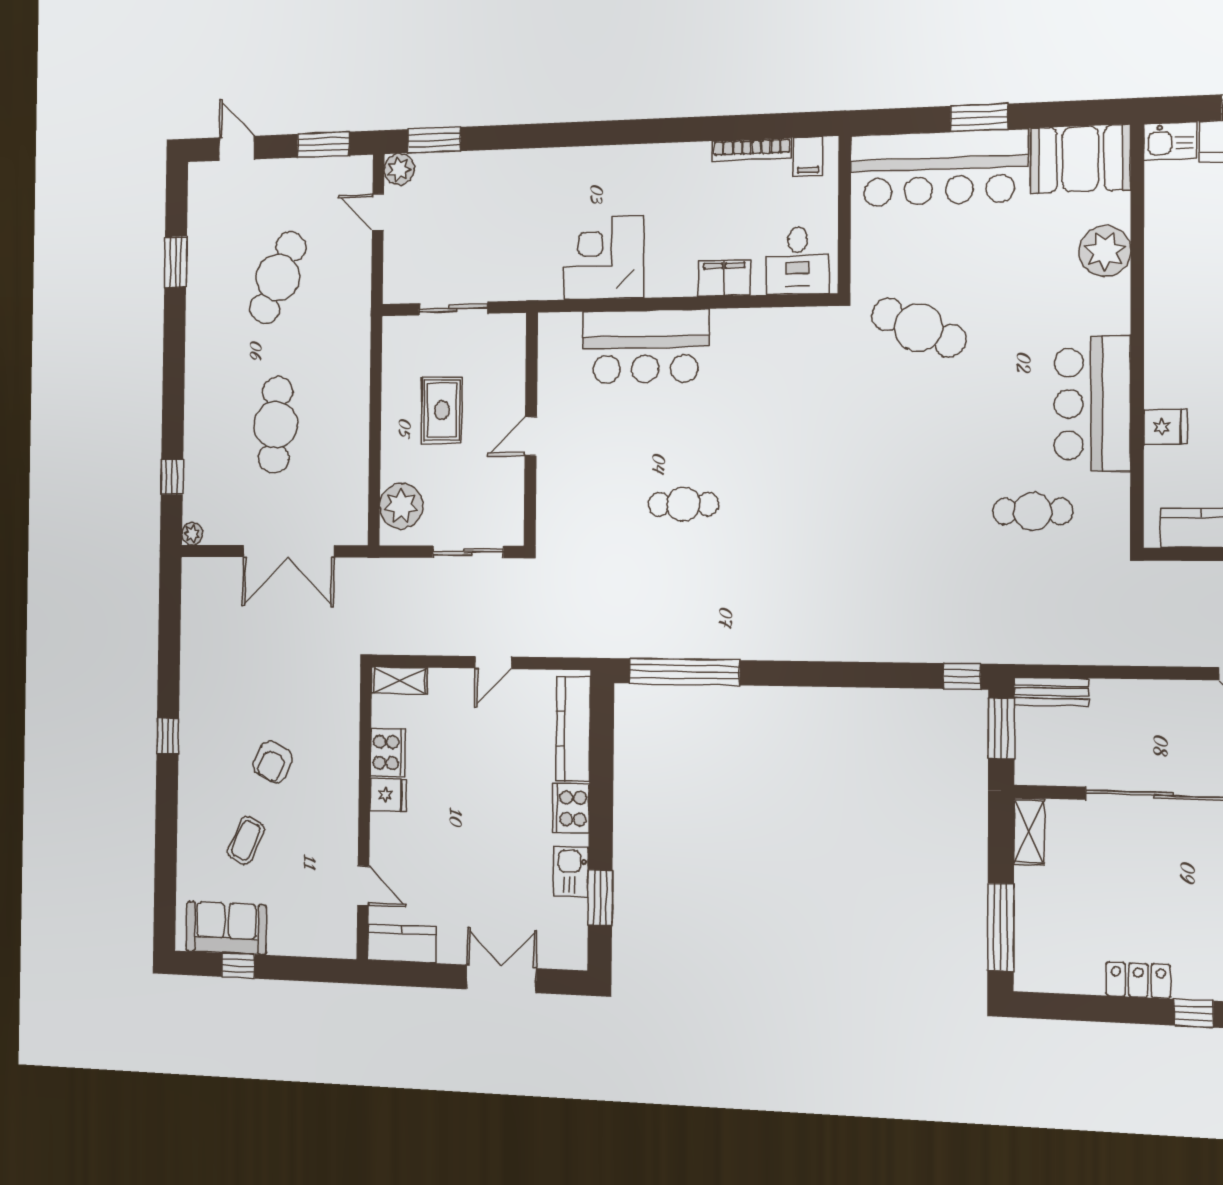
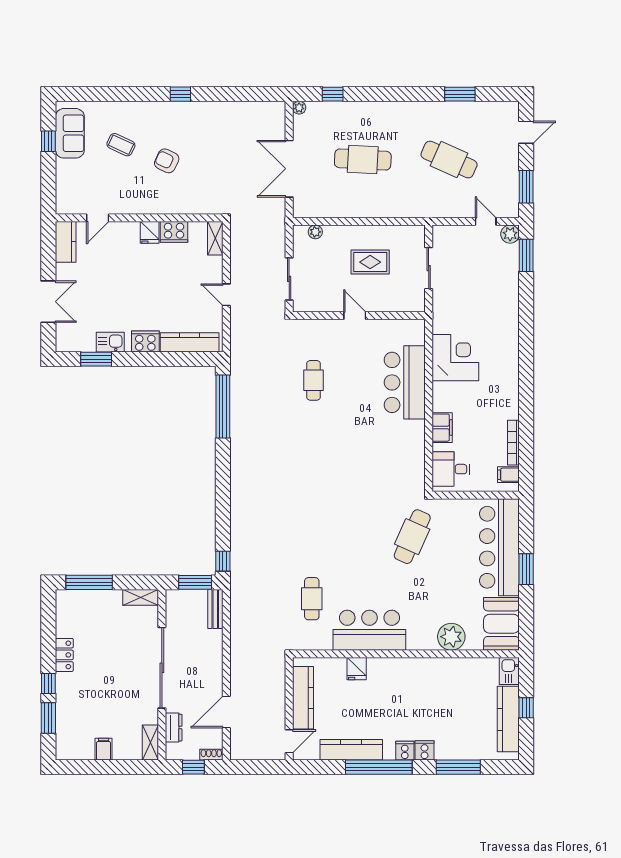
door: (378, 212) -> (486, 221), hinge flipped
cafe table: (683, 504) -> (314, 380), moved
plant: (401, 506) -> (315, 232), width x0.53, depth x0.53

